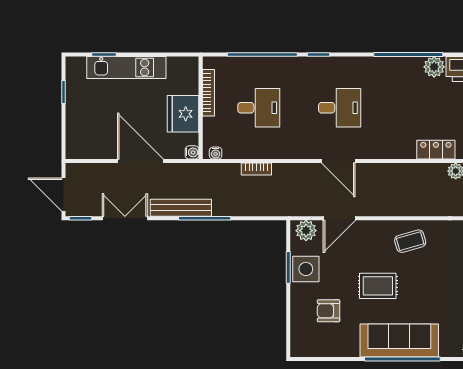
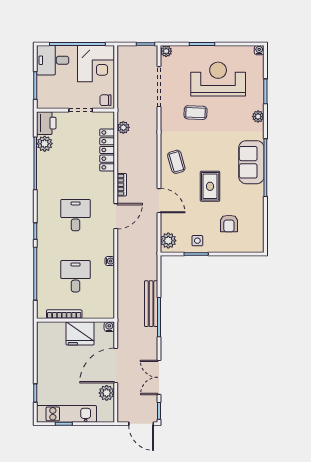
kitchen unit: (126, 67) -> (67, 414), moved, turned -90
plant: (104, 149) -> (107, 393), added
locker: (436, 150) -> (107, 150), width x1.53
water cooler: (216, 153) -> (110, 261), moved
bookcase: (256, 169) -> (122, 185), moved
door: (64, 195) -> (141, 424), hinge flipped
bench: (181, 208) -> (151, 304), moved
door: (339, 218) -> (159, 201), moved
side table: (306, 269) -> (197, 241), width x0.54, depth x0.54
sofa: (399, 341) -> (251, 162), width x0.73

